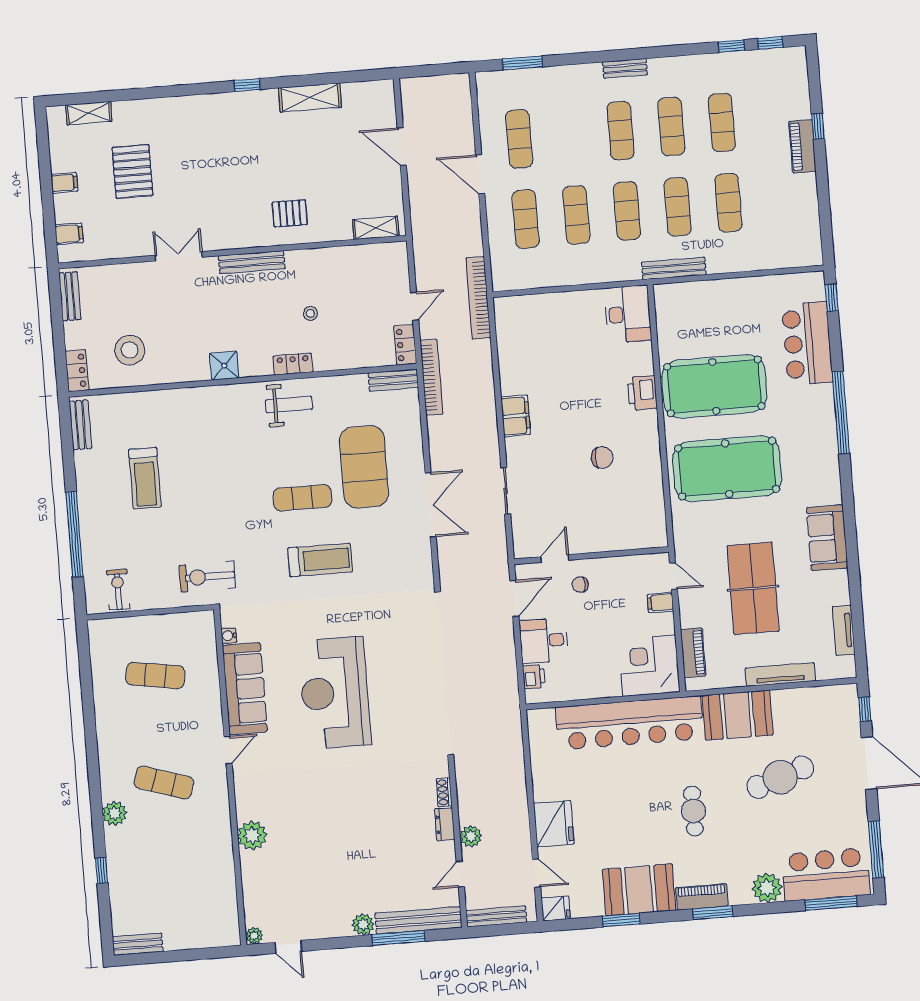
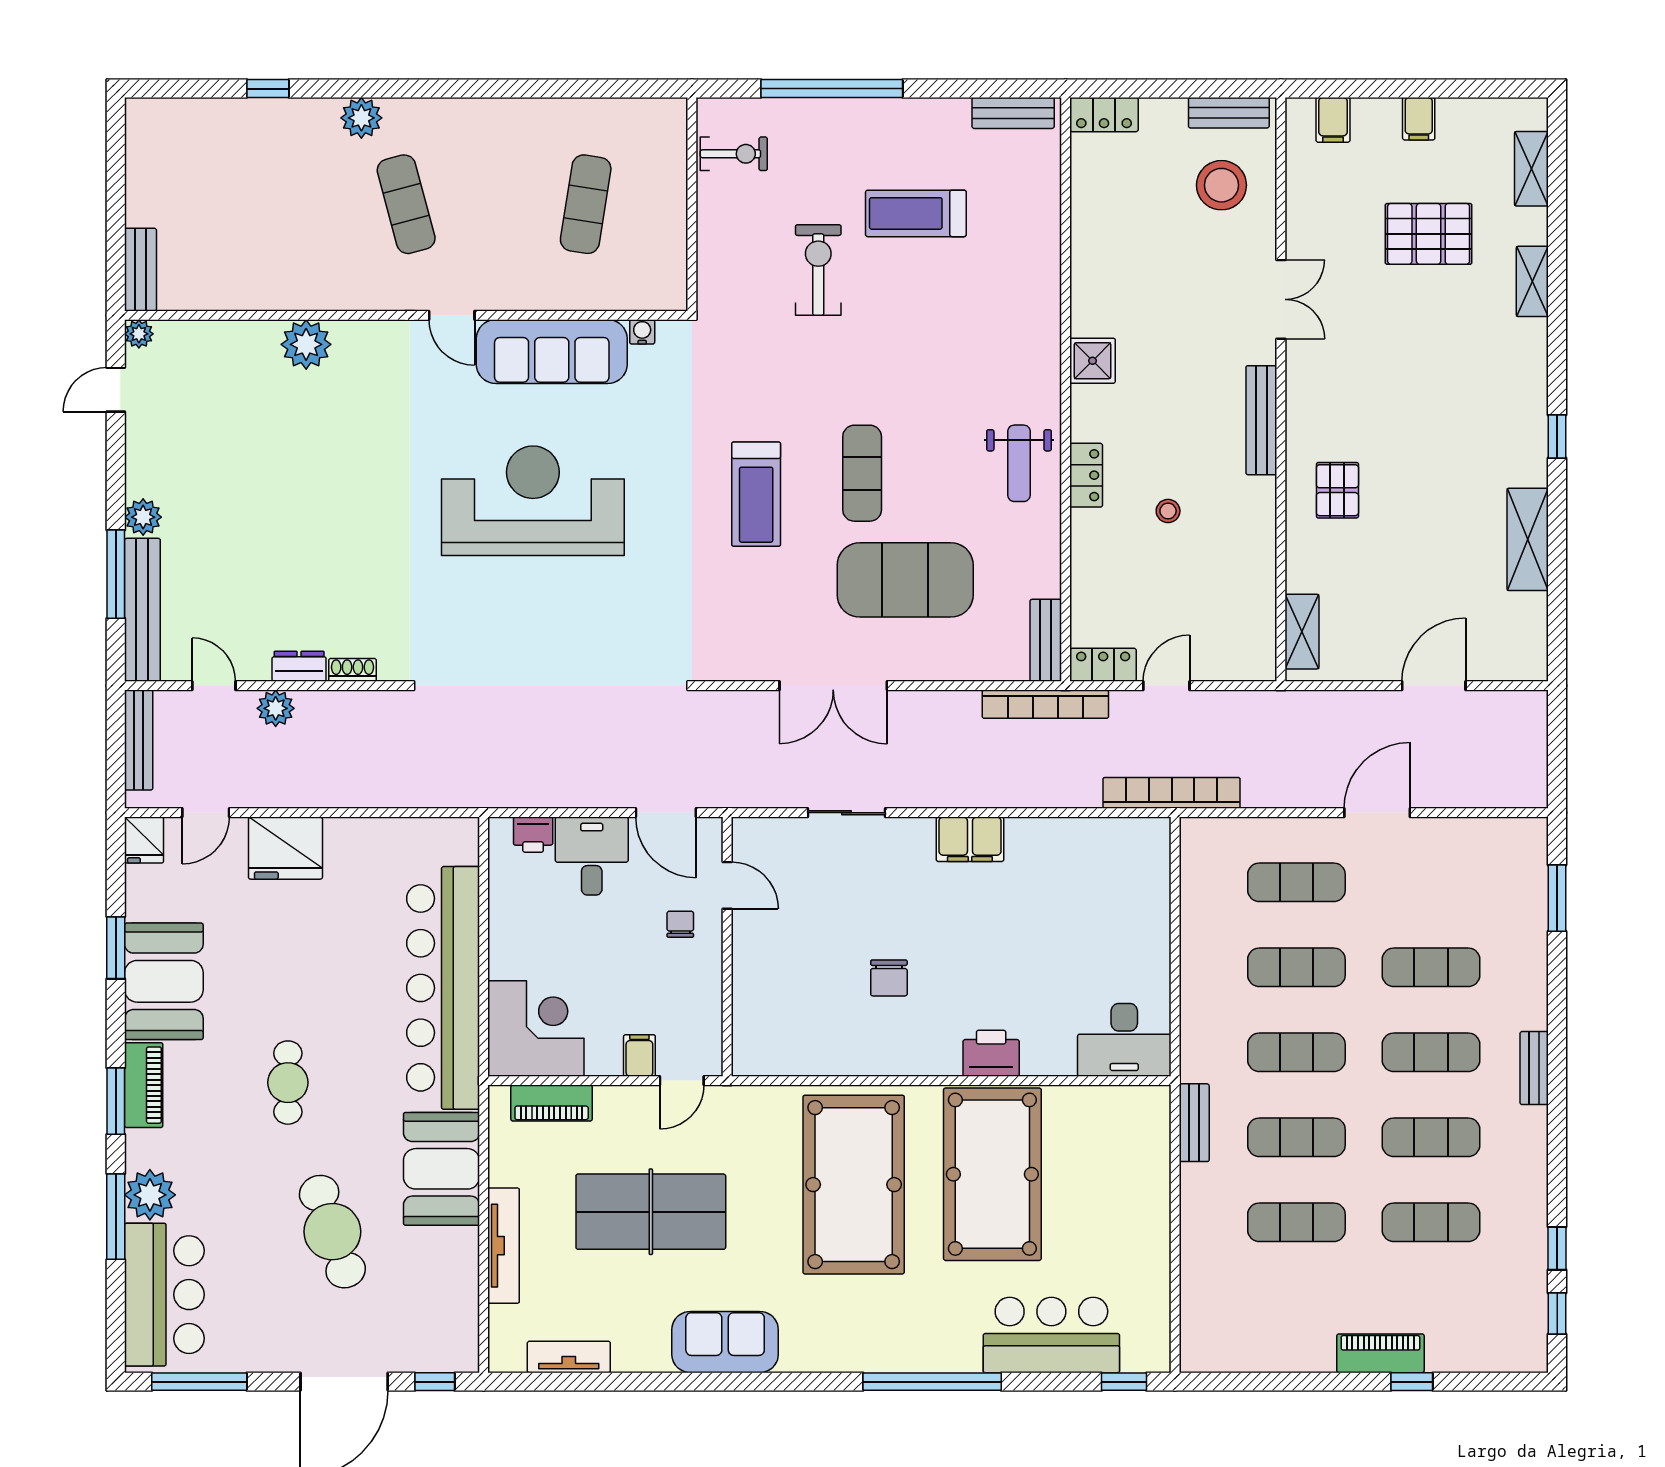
shelving: (156, 107) -> (1532, 281), added
exercise mat: (519, 139) -> (1431, 967), moved
bench: (674, 269) -> (1194, 1123), width x0.73
door: (415, 306) -> (1166, 686), swing flipped
stool: (130, 350) -> (1221, 185), moved
exercise bike: (207, 577) -> (818, 270), moved
exercise mat: (164, 783) -> (406, 204), turned -33
cafe table: (693, 811) -> (288, 1083), turned 90
window: (831, 903) -> (116, 1217), moved
bench: (138, 944) -> (140, 270), moved

